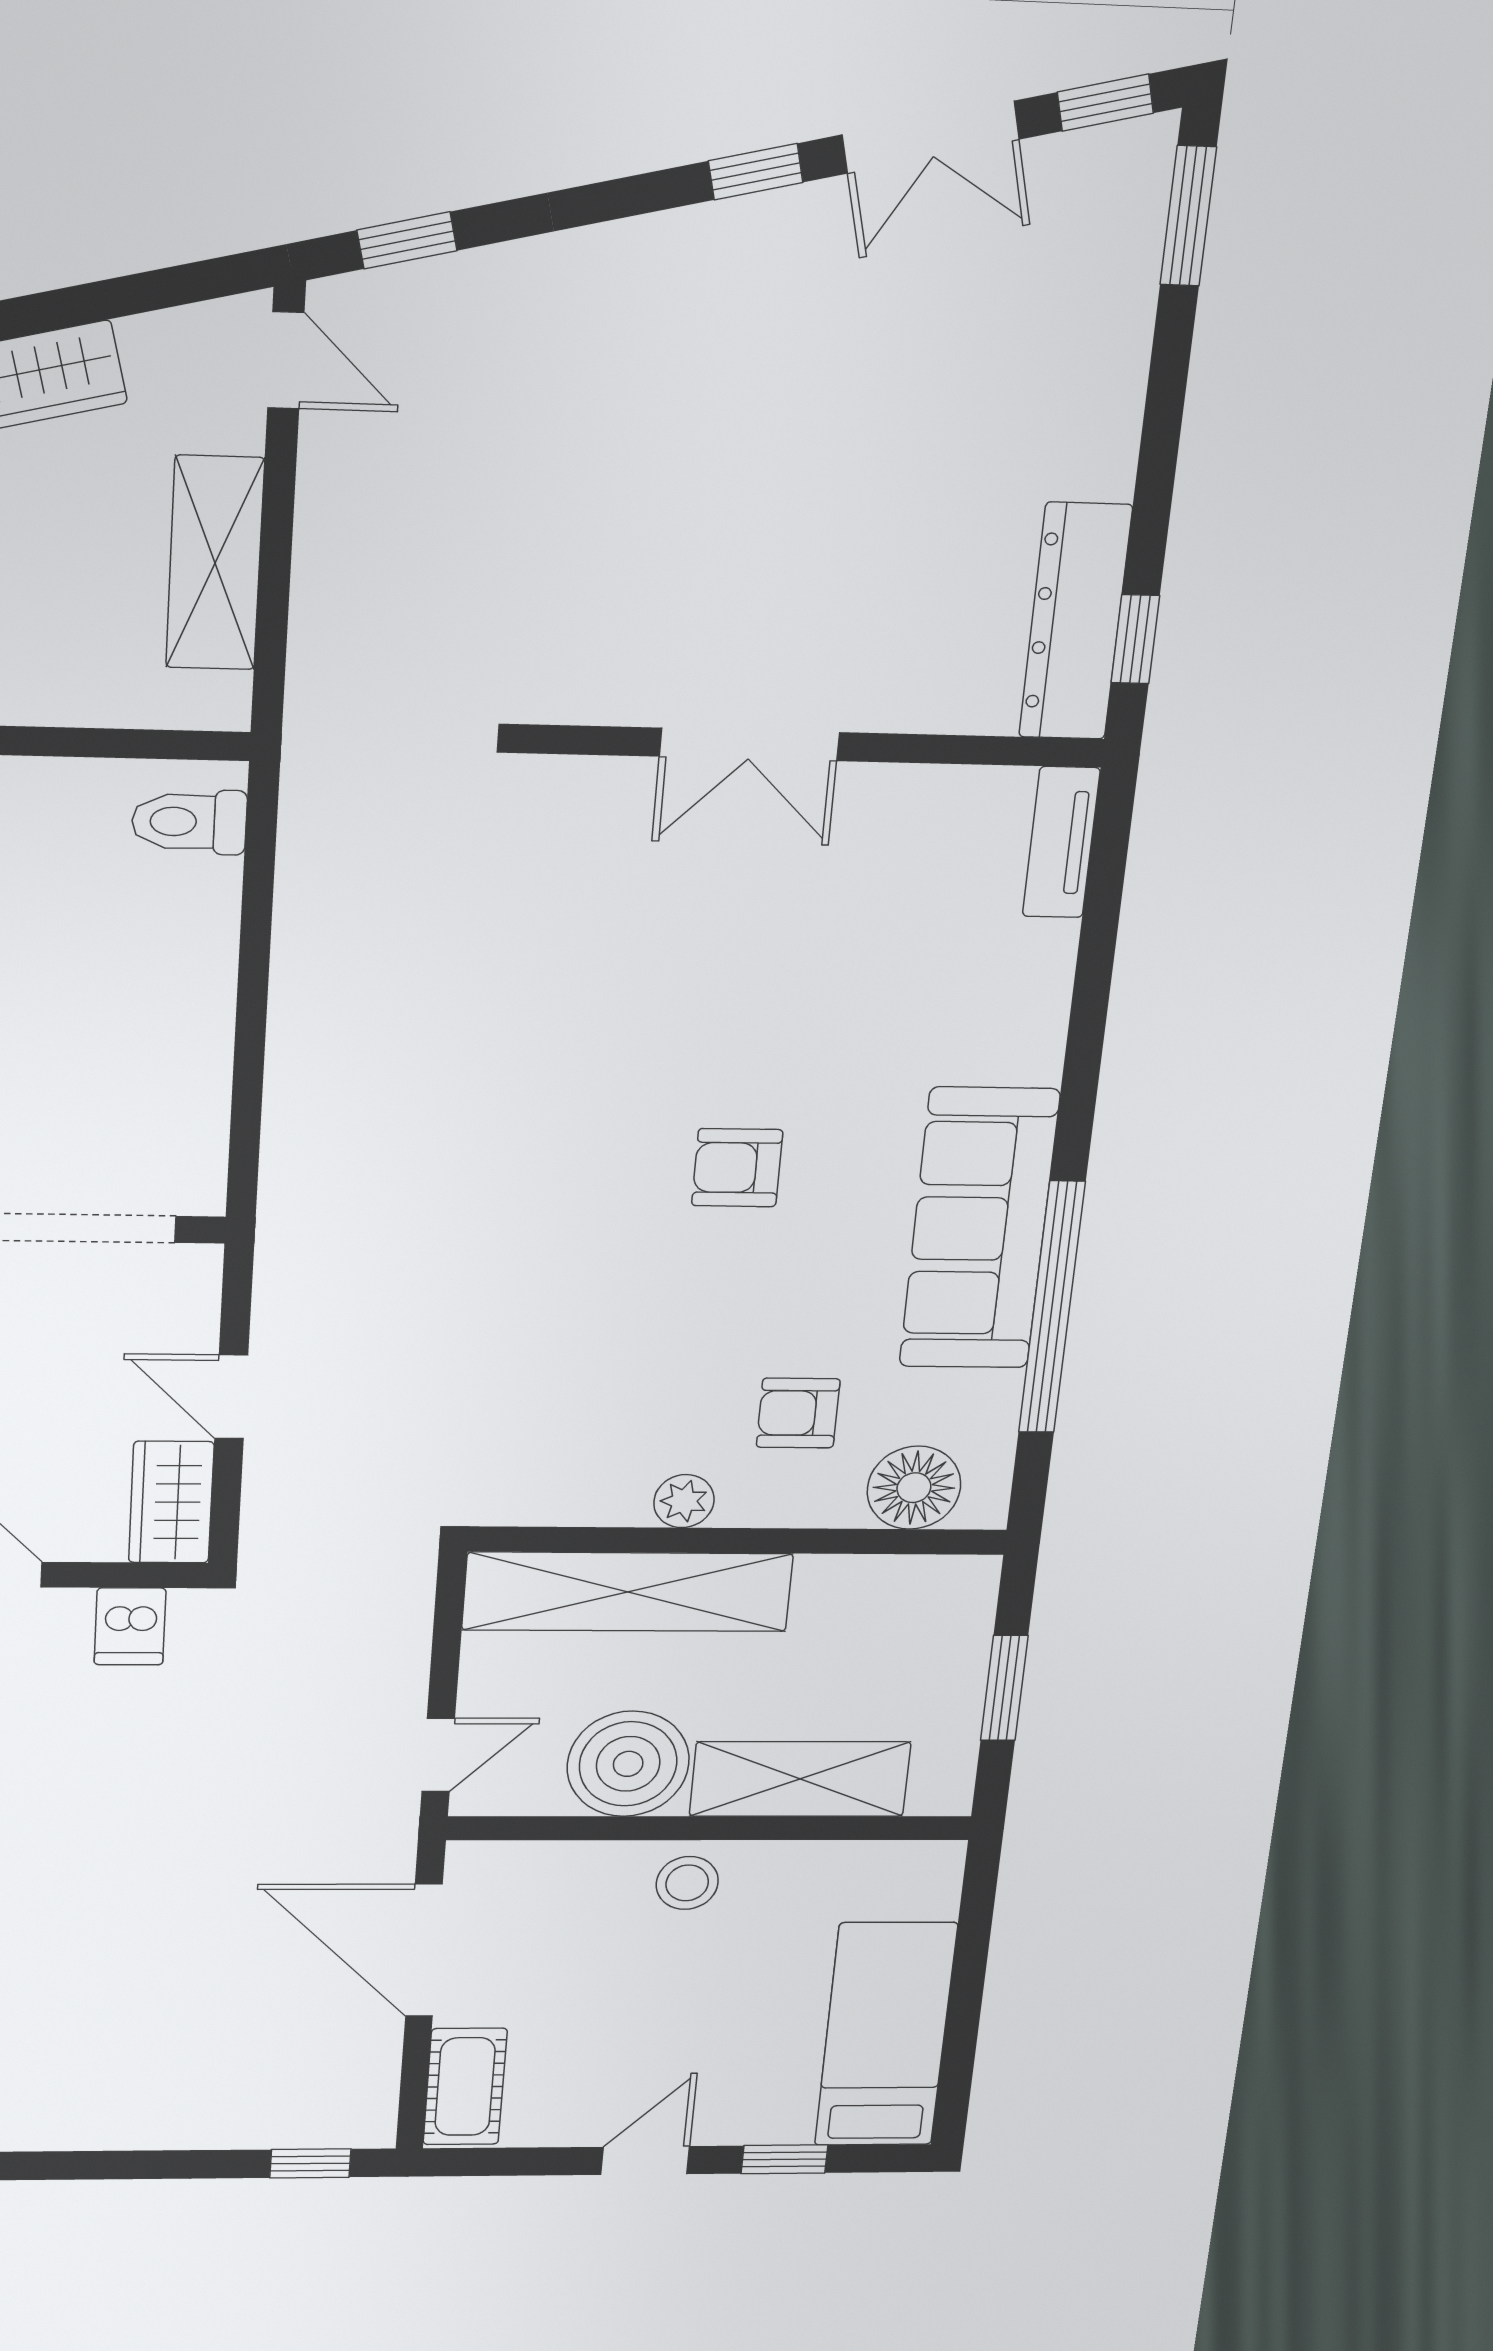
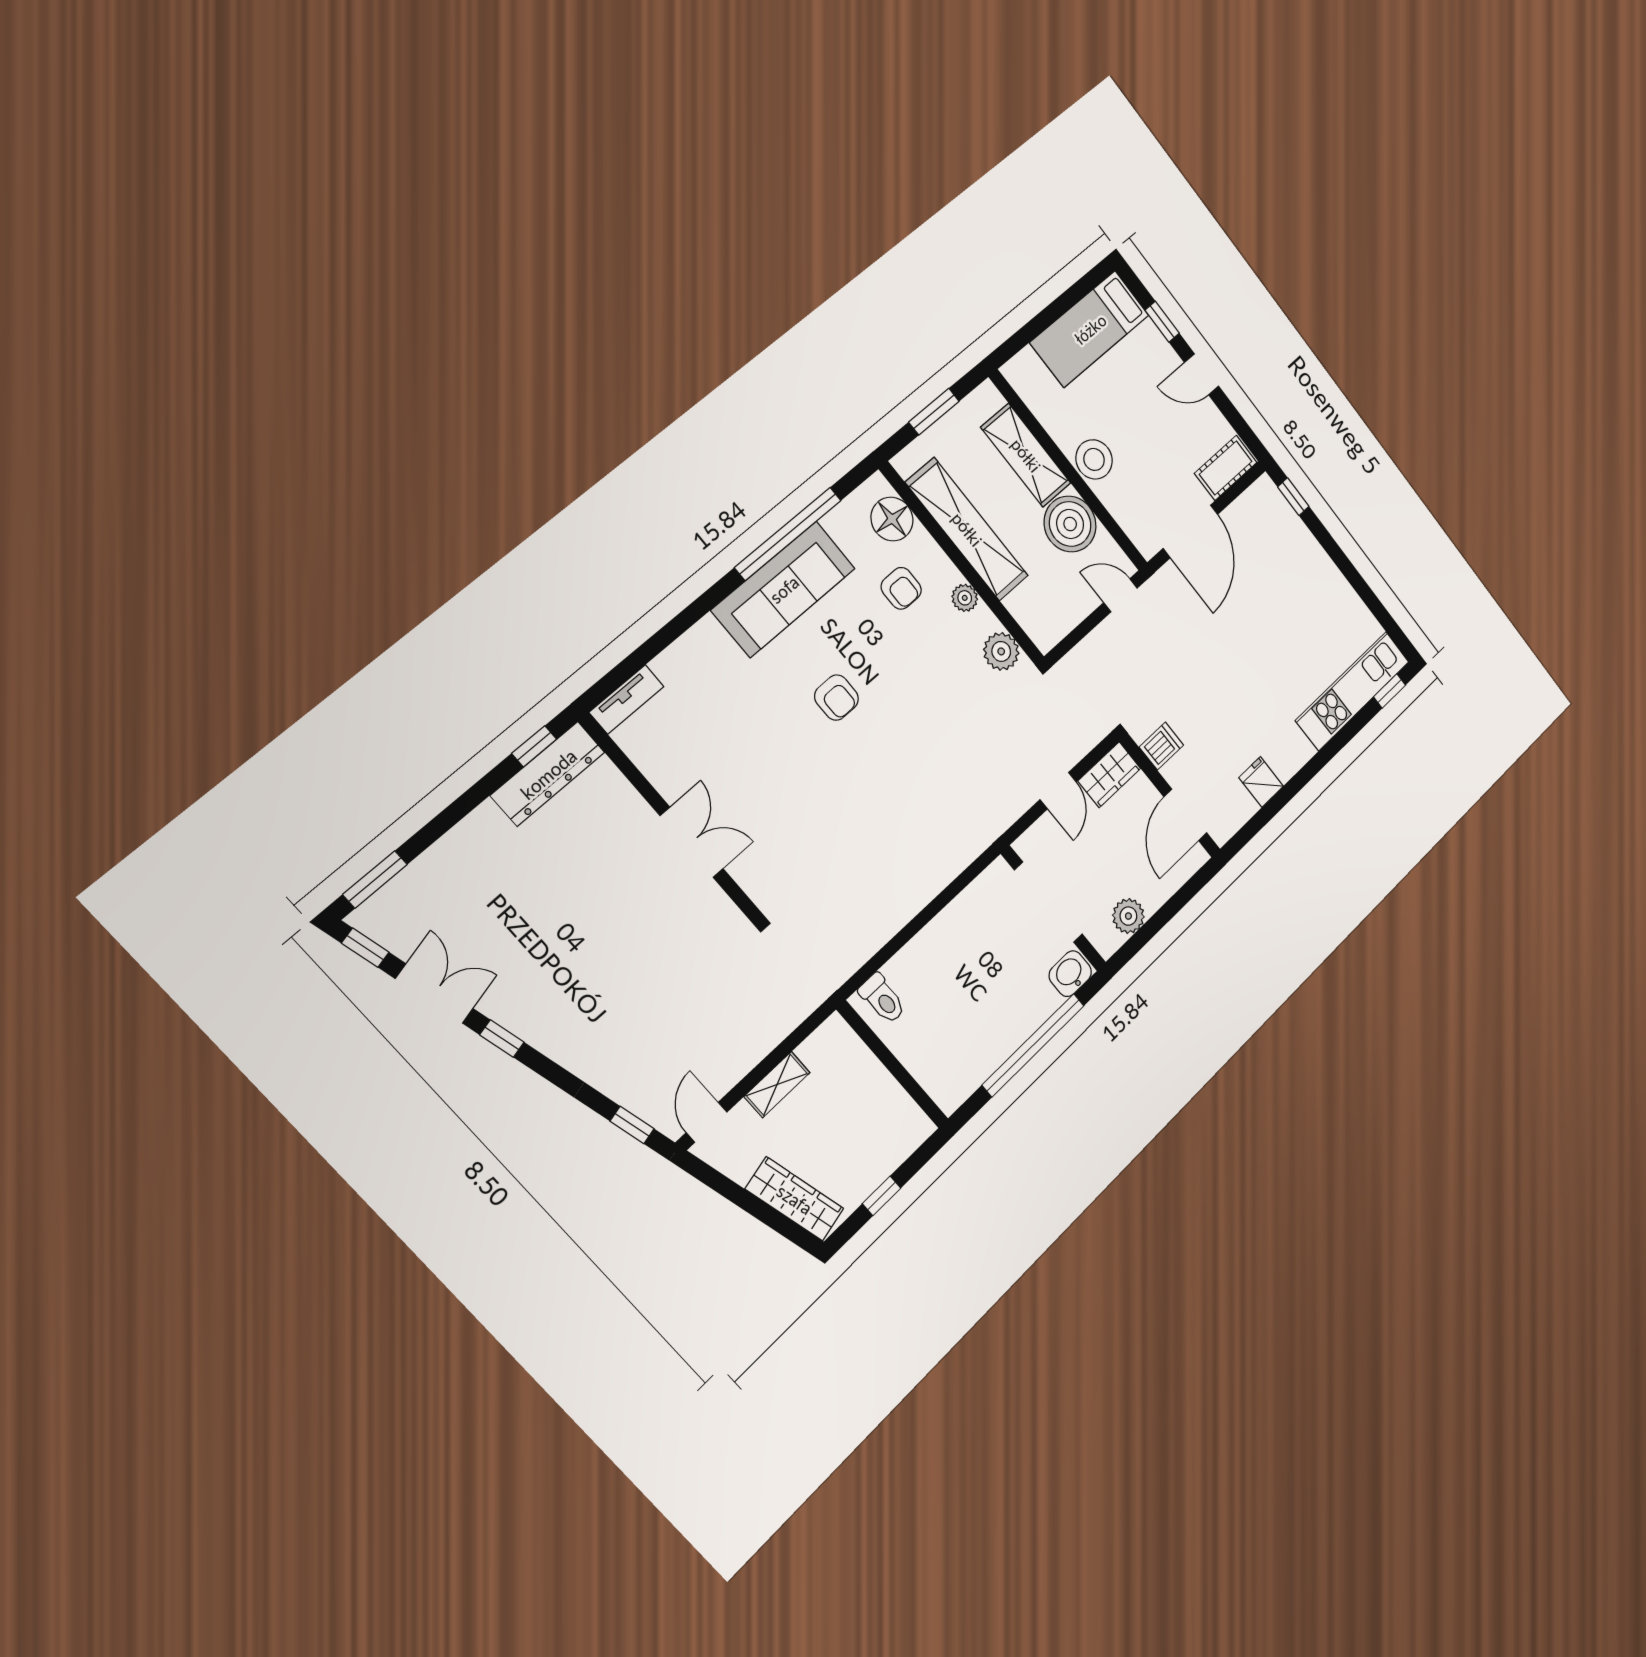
shelving: (215, 563) -> (777, 1085), width x0.67, depth x0.75
plant: (544, 1490) -> (1001, 651), added
shelving: (628, 1592) -> (967, 529), moved
stool: (687, 1883) -> (1094, 459), width x1.38, depth x1.38

